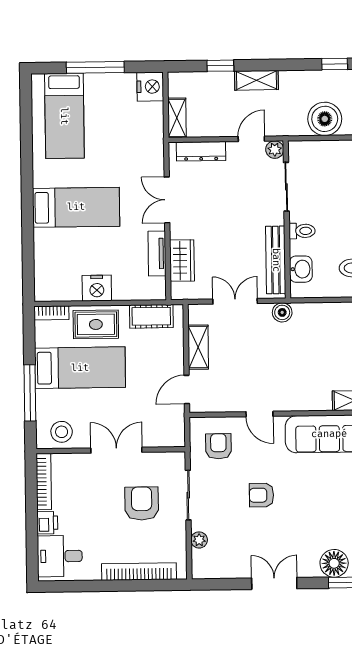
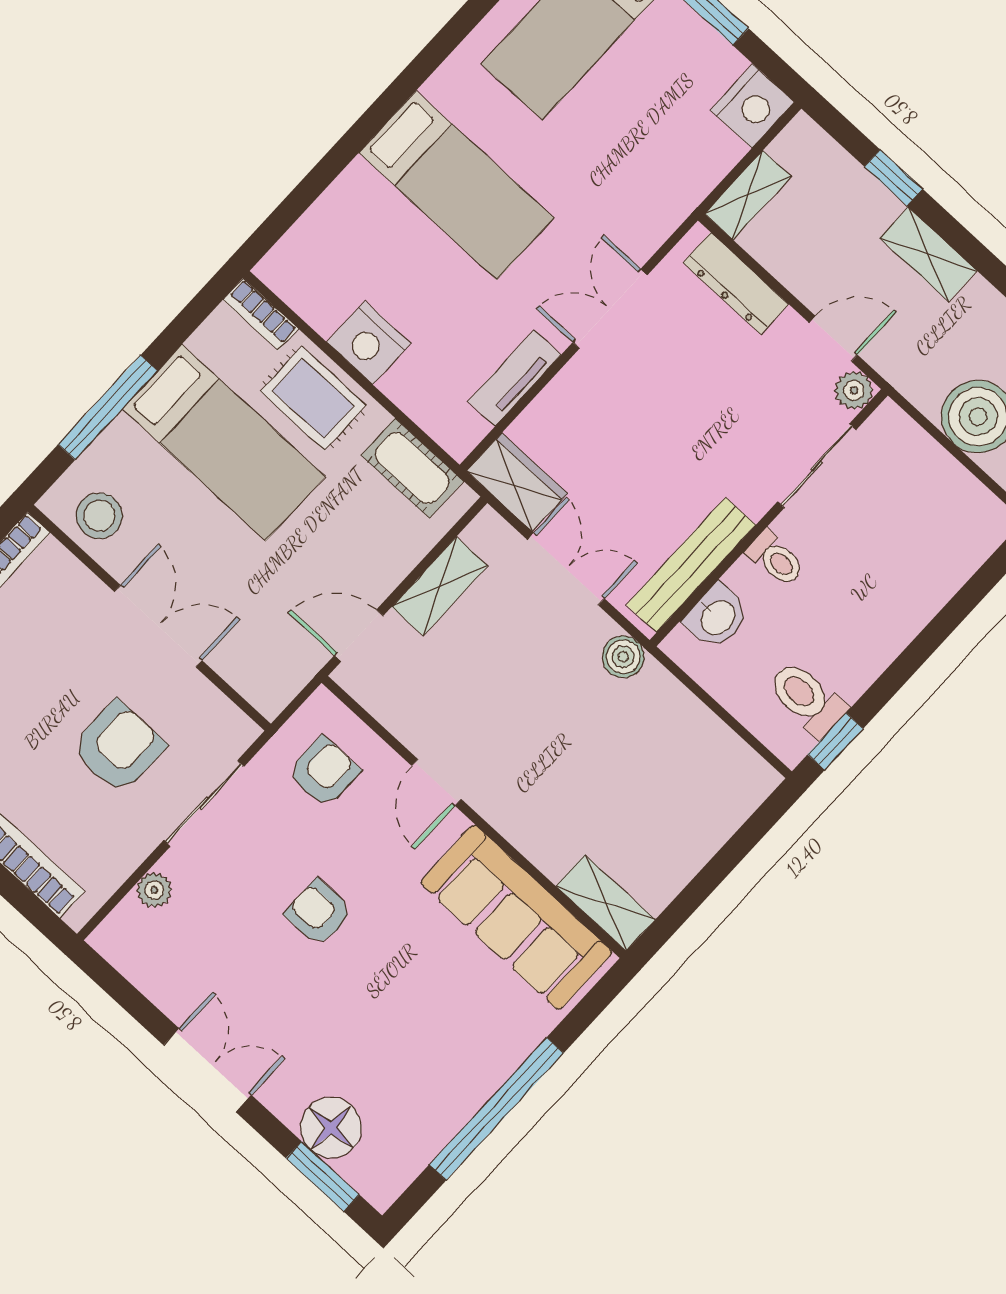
wardrobe: (182, 261) -> (517, 482), moved, turned -90

